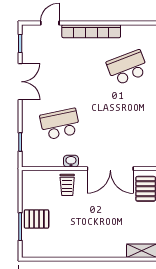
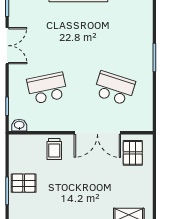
school desk: (127, 68) -> (114, 88), moved, turned 39
washbasin: (71, 161) -> (19, 125), moved

